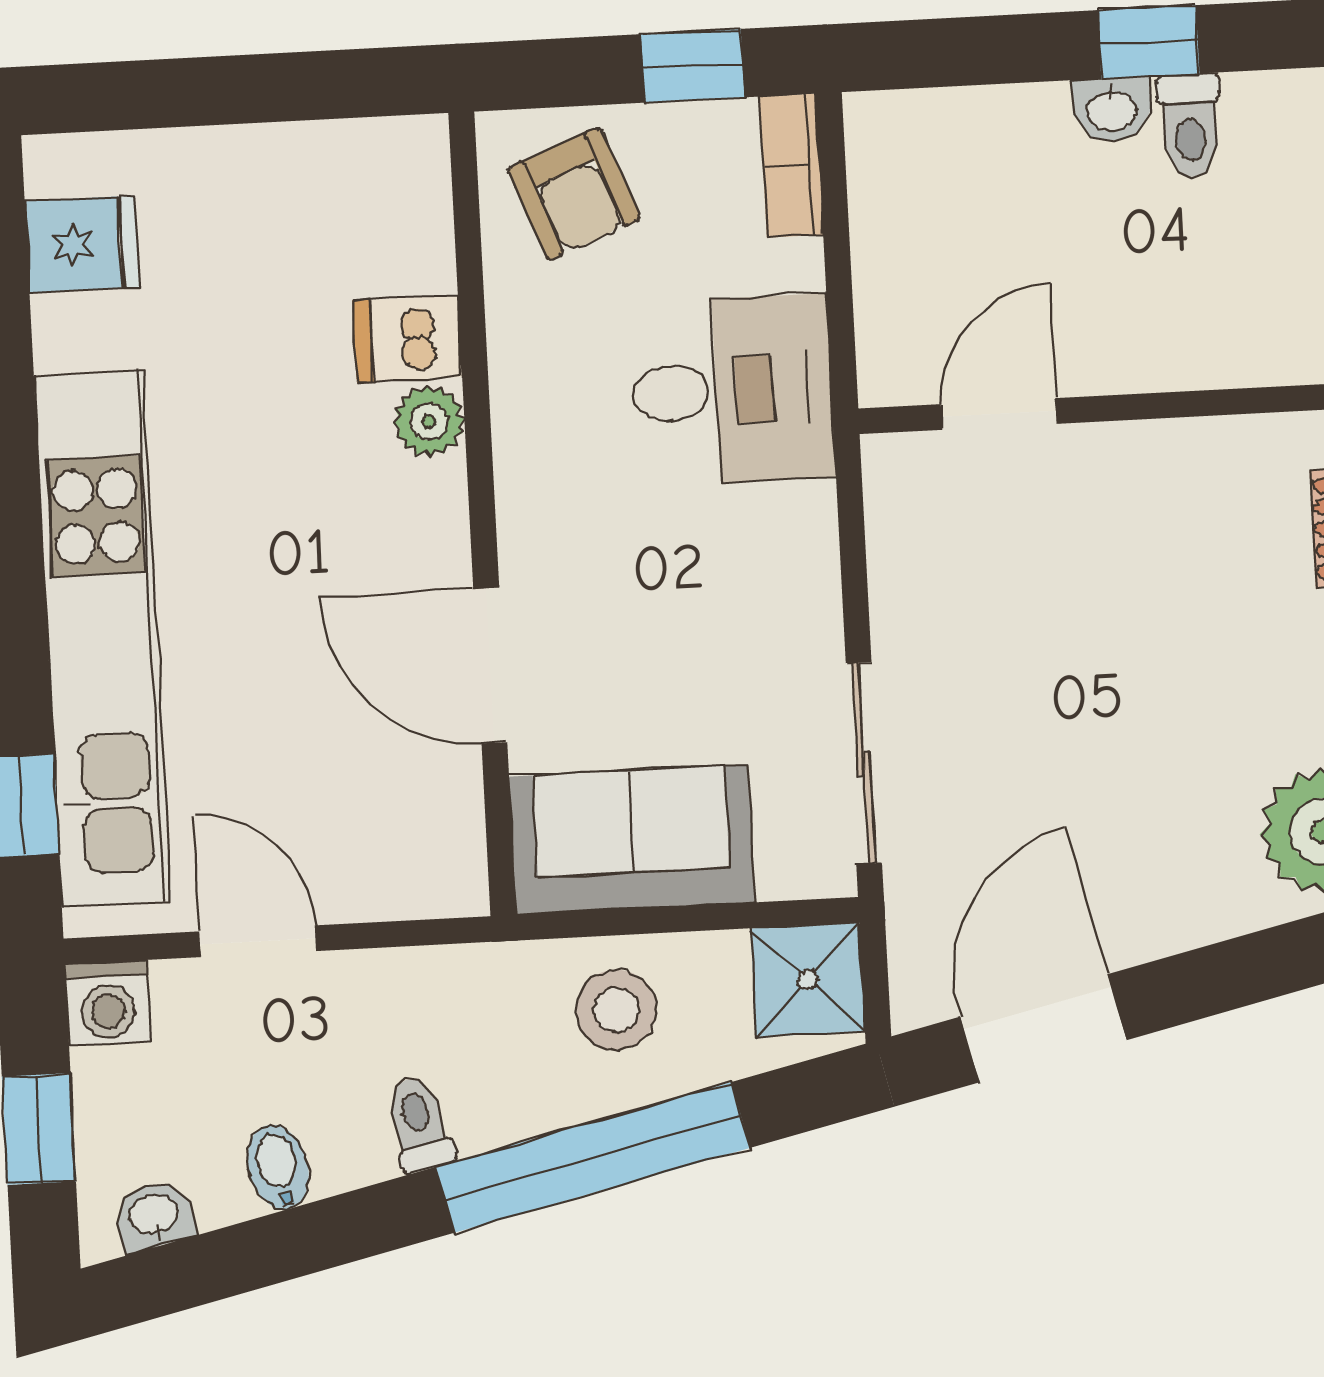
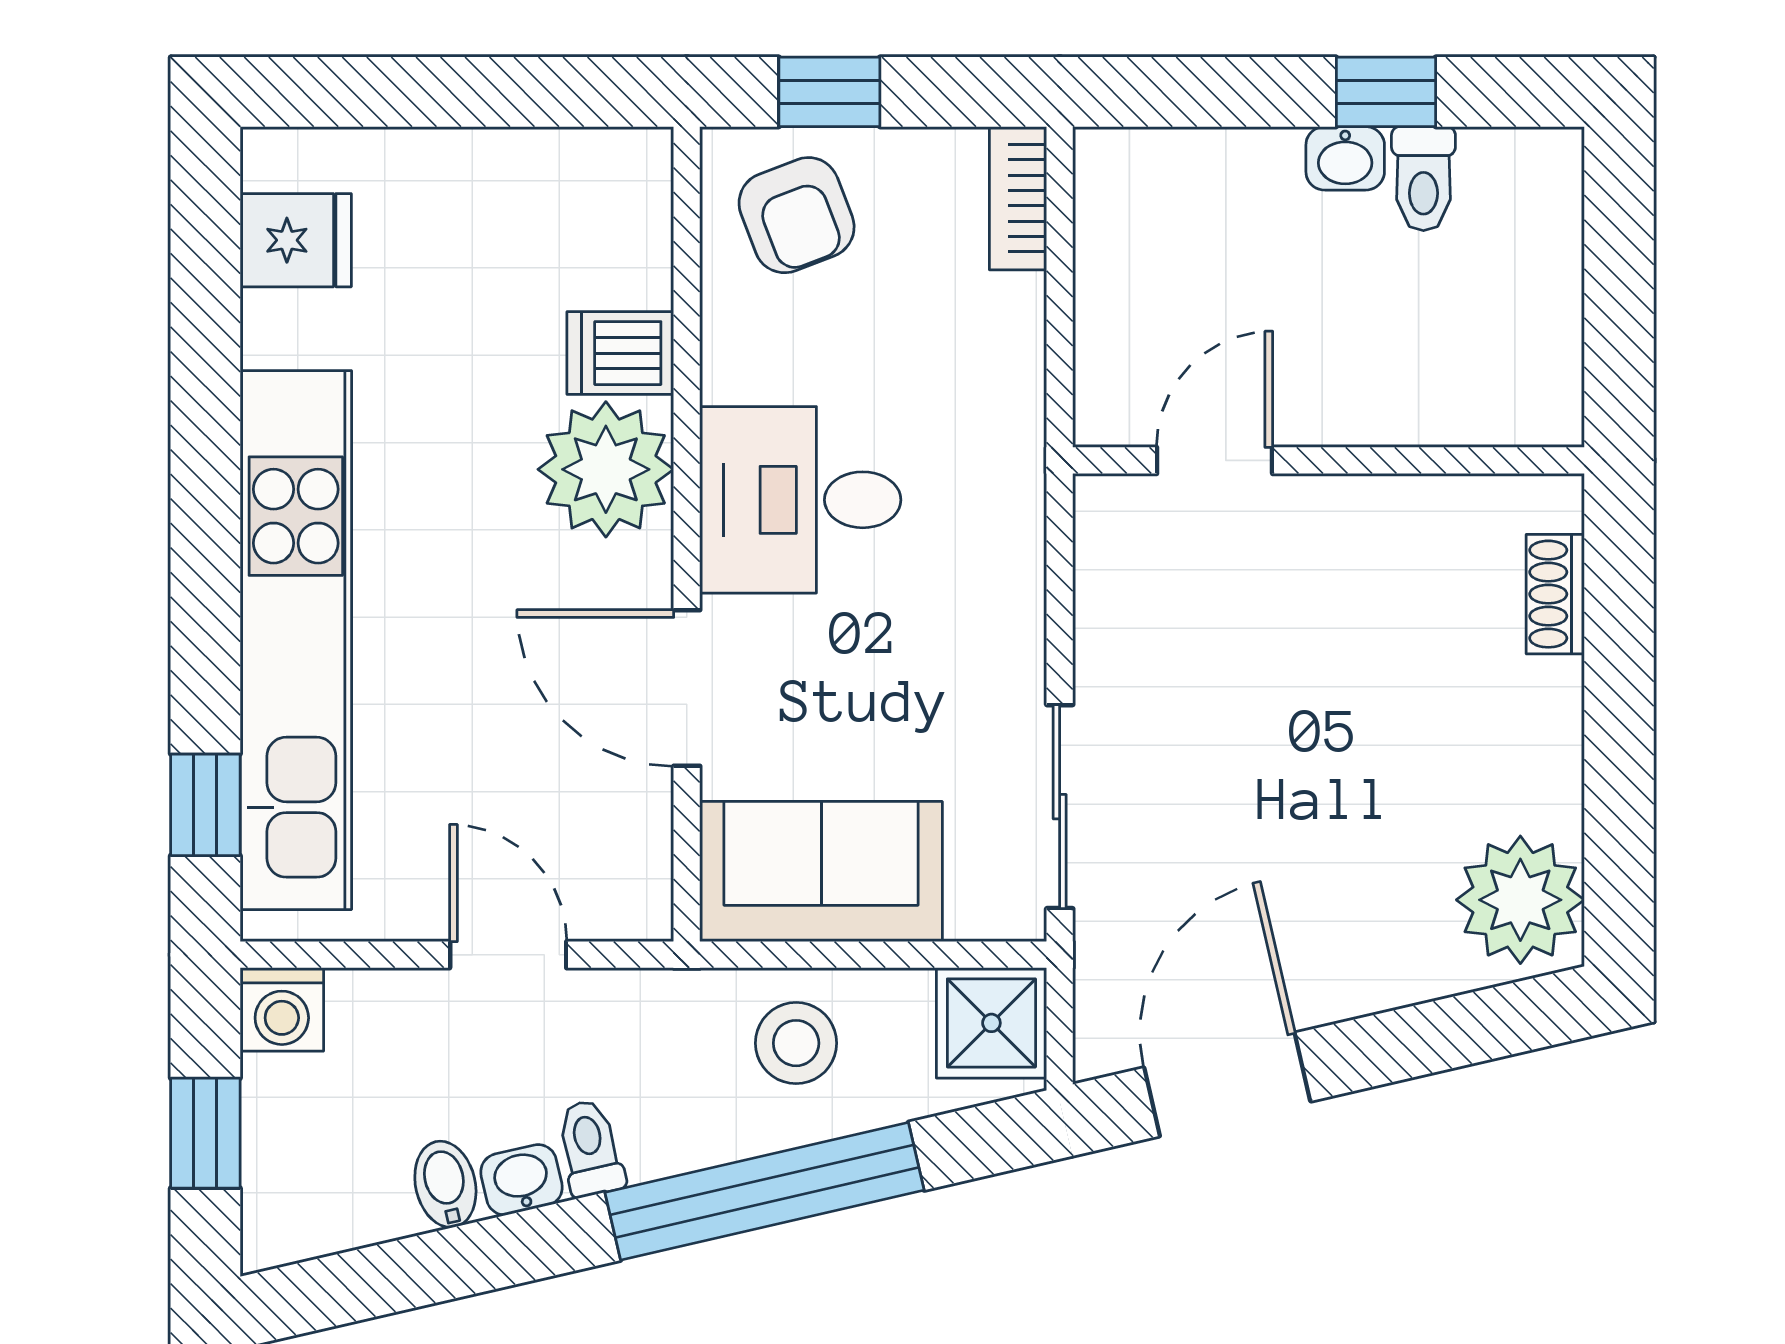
window: (693, 66) -> (829, 92), moved
desk: (732, 390) -> (800, 500), moved, turned 180
plant: (429, 421) -> (606, 469), width x1.87, depth x1.87
door: (258, 941) -> (508, 955), moved
washbasin: (154, 1216) -> (521, 1180), moved

